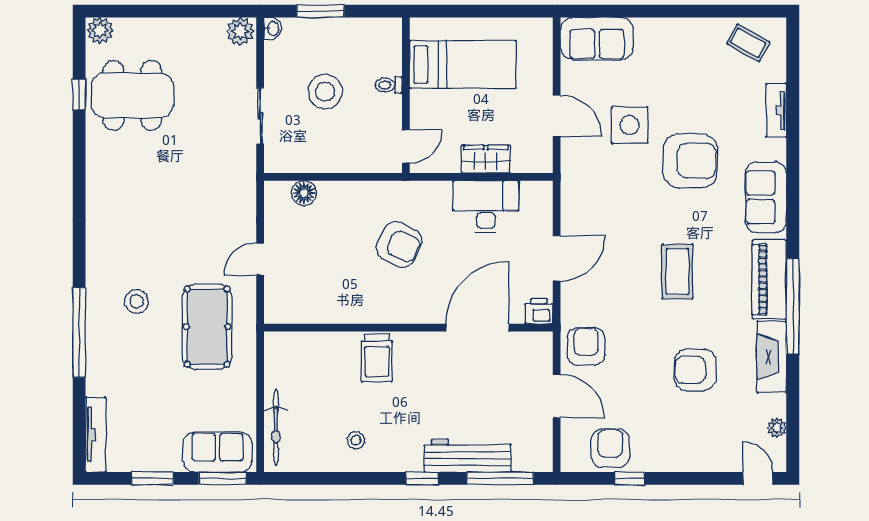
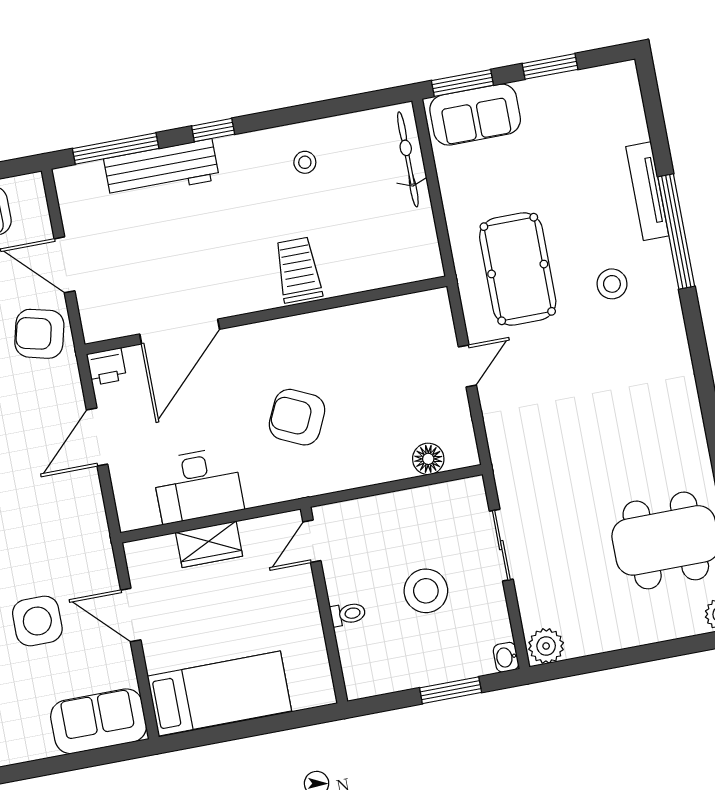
bed: (463, 64) -> (219, 693), moved, turned 180
armchair: (586, 346) -> (39, 334), turned 104
tv unit: (96, 435) -> (647, 191), moved

